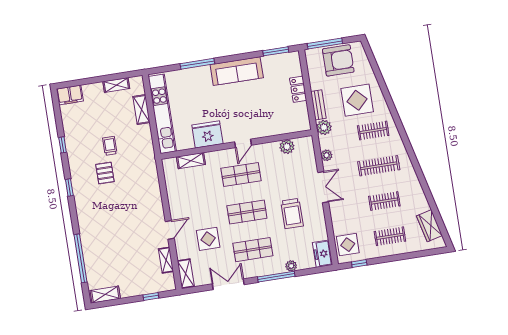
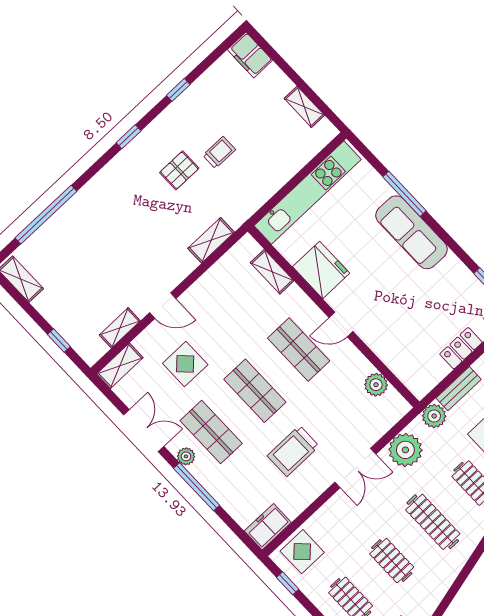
sofa: (237, 71) -> (412, 232), moved
shelving: (141, 110) -> (211, 240), moved
plant: (327, 155) -> (405, 450), width x1.88, depth x1.88
plant: (291, 266) -> (186, 456), moved

